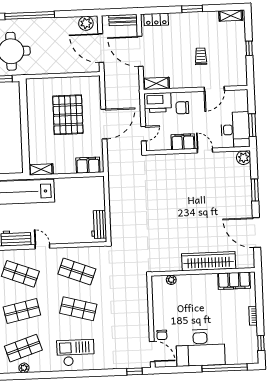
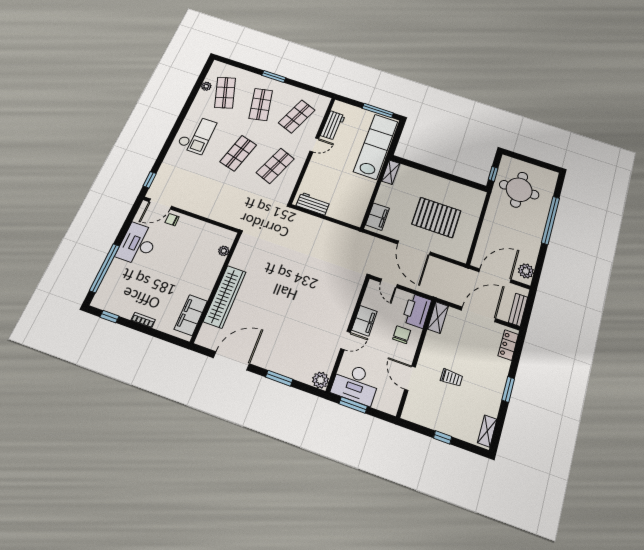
desk: (200, 348) -> (138, 244), width x0.73, depth x0.77

